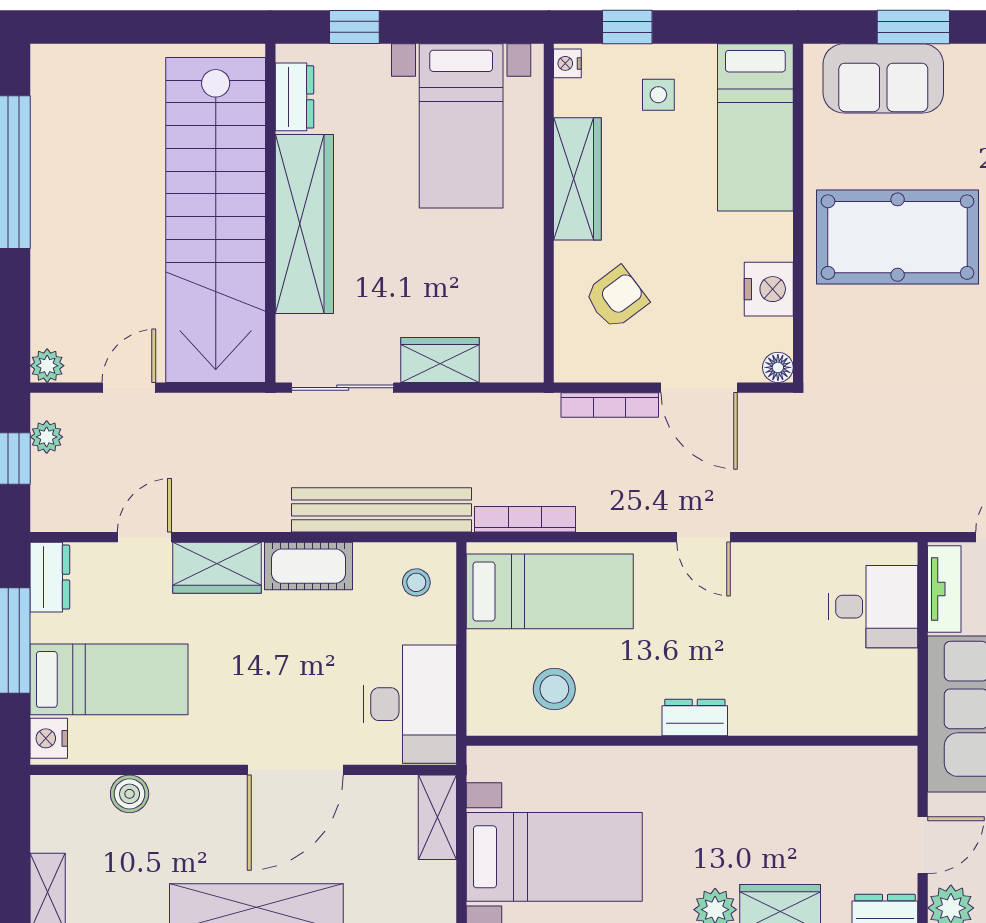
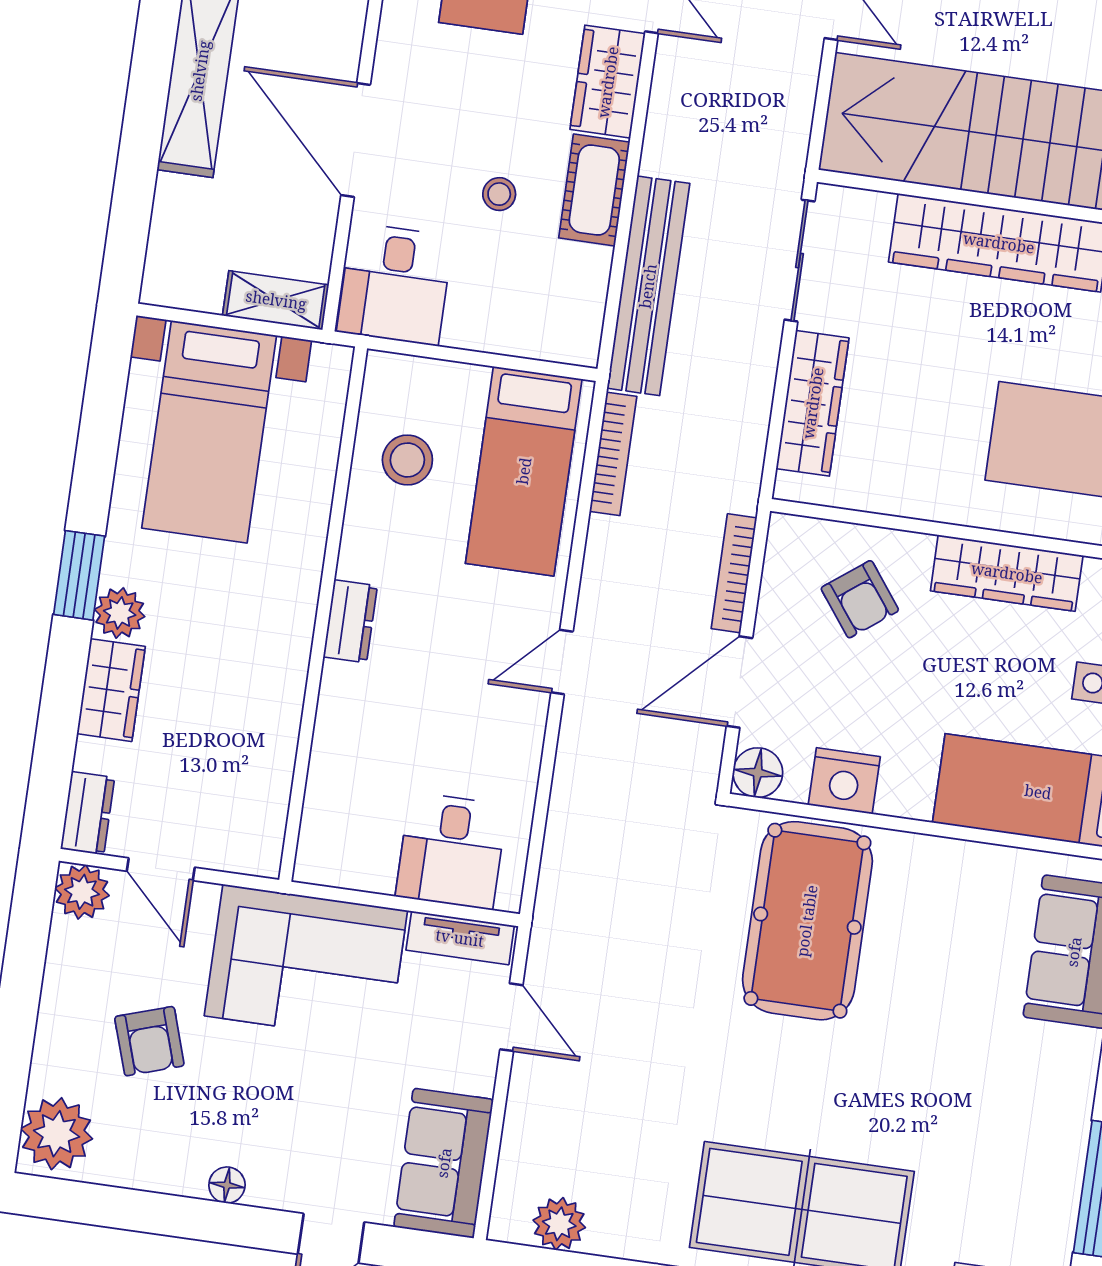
pool table: (898, 237) -> (807, 921), moved
wardrobe: (440, 360) -> (813, 403), width x1.50
floor lamp: (778, 367) -> (758, 773), width x1.37, depth x1.37
stool: (416, 582) -> (499, 194), moved
desk: (410, 704) -> (395, 284), width x0.73

